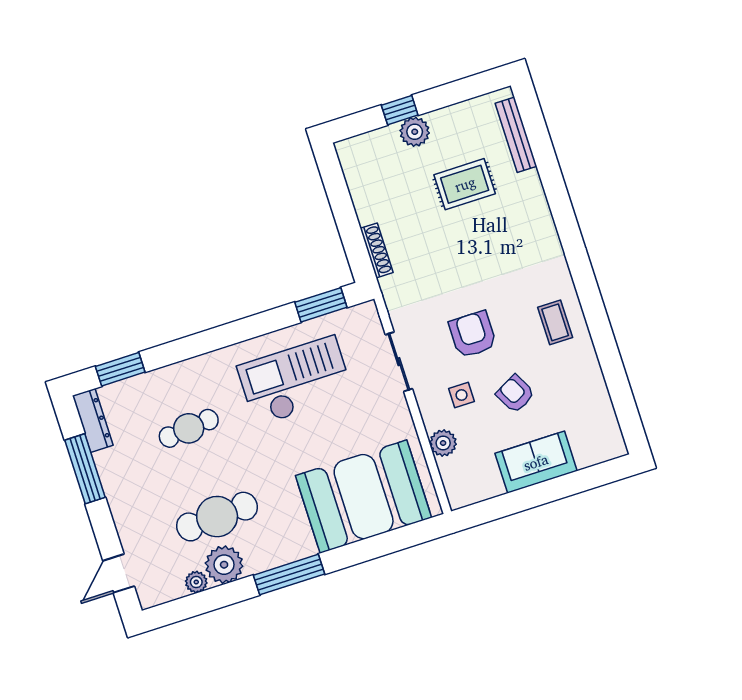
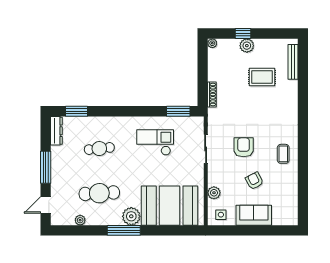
plant: (345, 149) -> (212, 43), added
checkout: (295, 381) -> (155, 142), width x0.73, depth x0.83
side table: (462, 395) -> (221, 215), moved
window: (85, 469) -> (46, 167), moved
plant: (224, 565) -> (131, 216), moved

